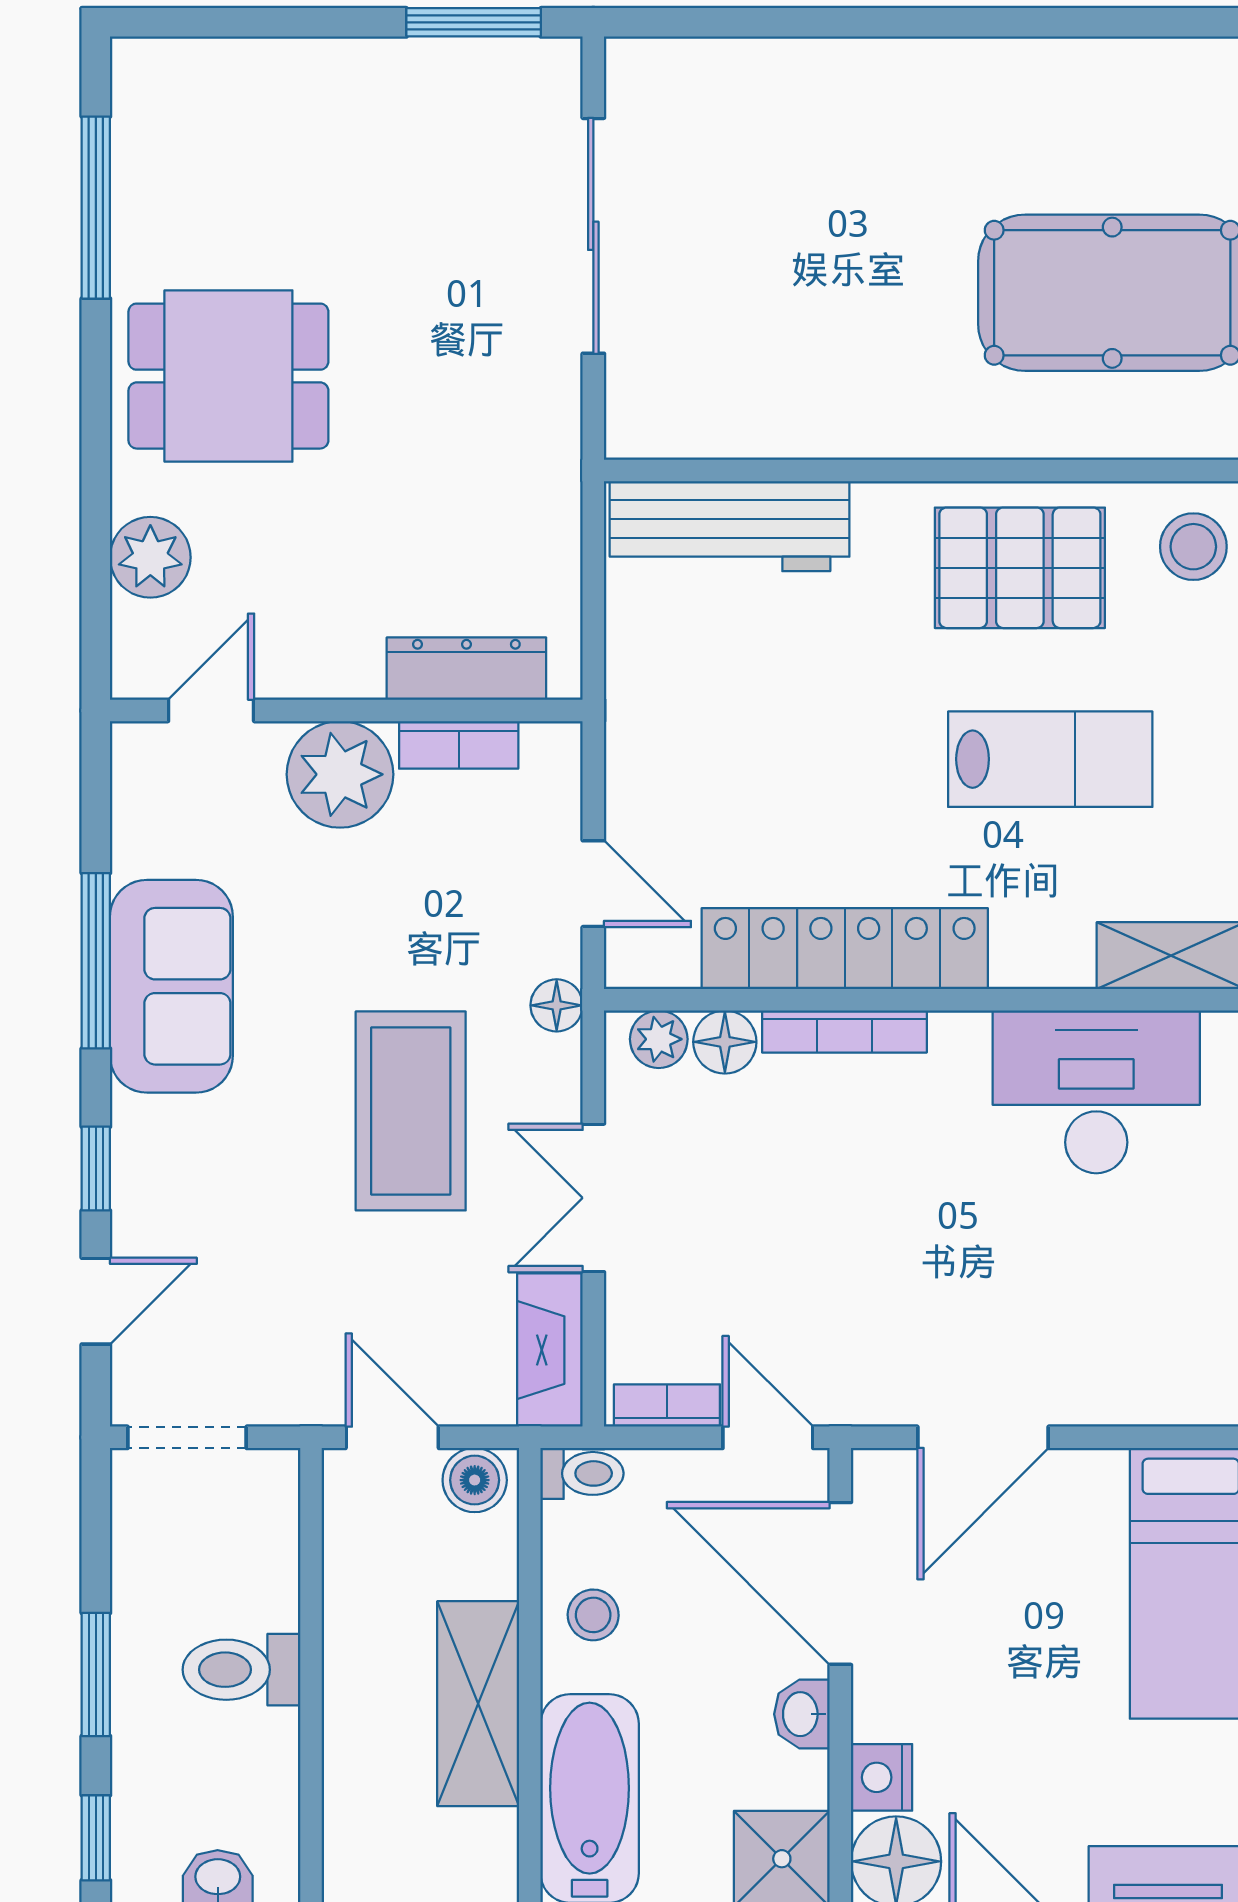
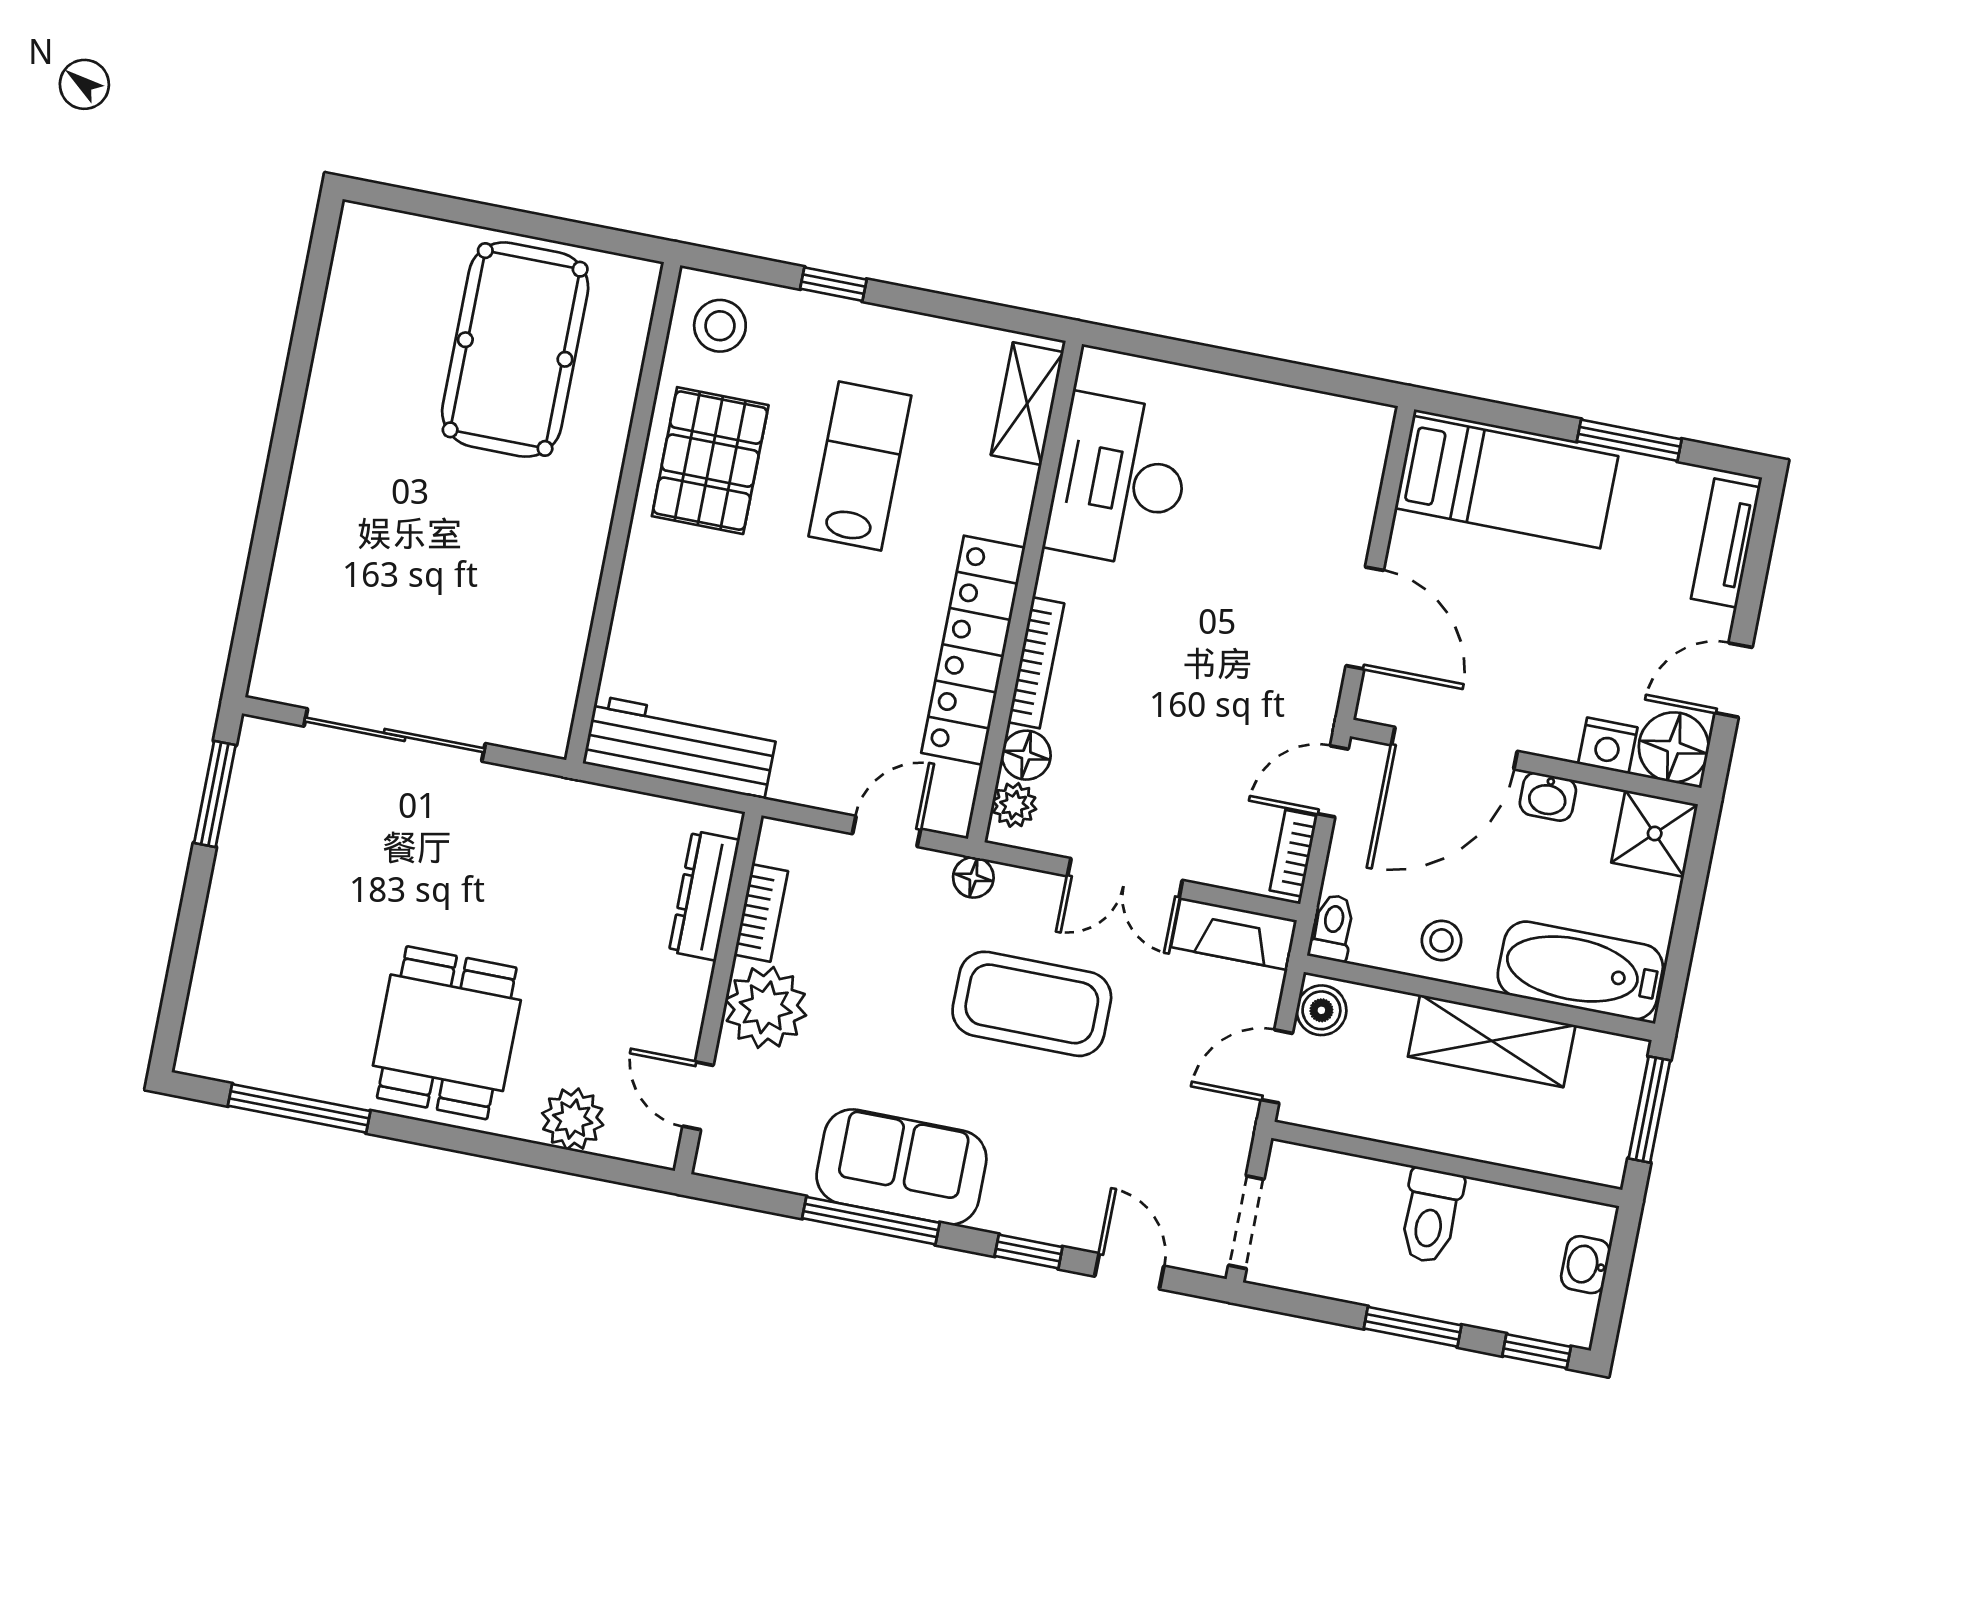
workbench: (730, 526) -> (680, 747), moved, turned -90

